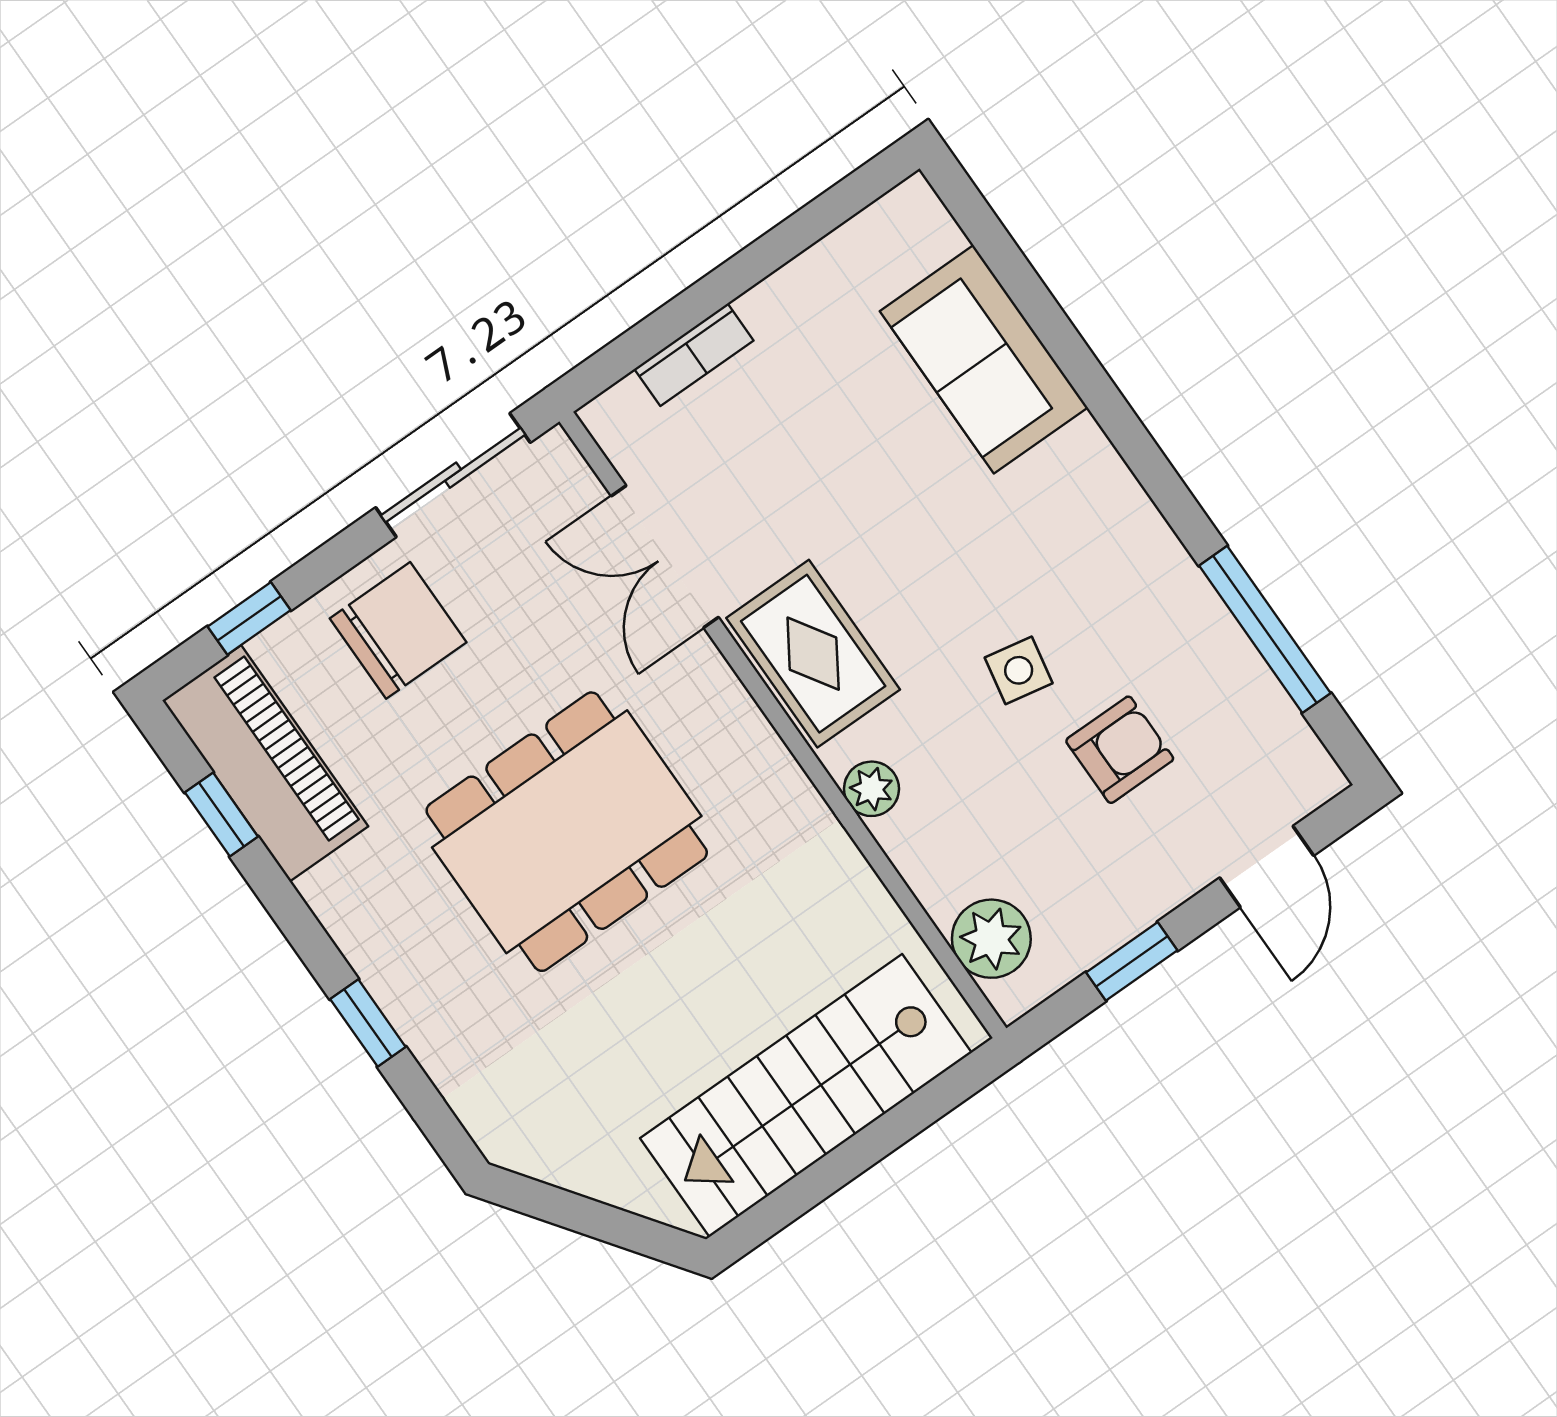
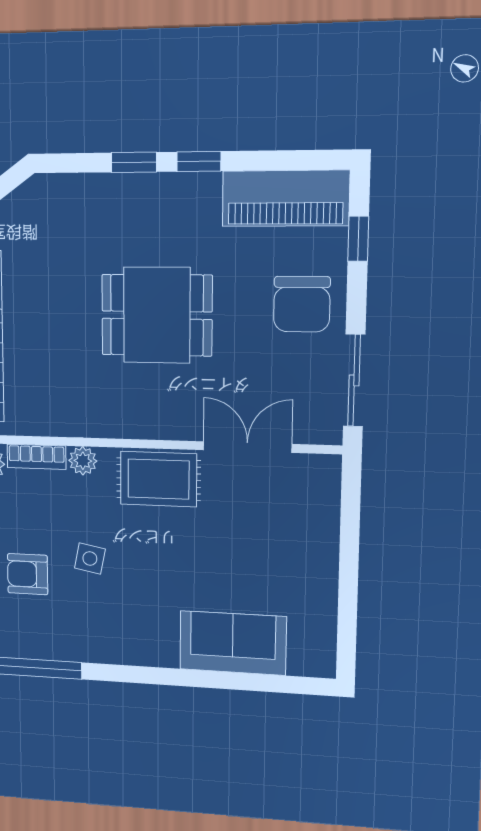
bookcase: (694, 355) -> (37, 457), moved, turned -90
armchair: (1120, 750) -> (28, 574), turned 90
window: (221, 815) -> (199, 161), moved
dining table: (567, 832) -> (157, 315), width x0.73

